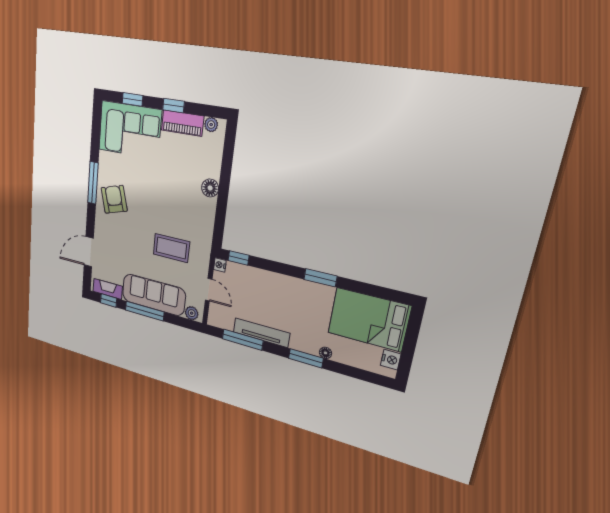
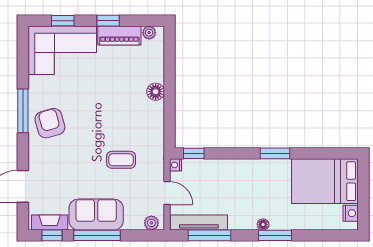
coffee table: (171, 248) -> (121, 160), width x0.73, depth x0.77
sofa: (154, 295) -> (96, 215), width x0.73
tv unit: (261, 333) -> (199, 223), moved
floor lamp: (325, 353) -> (263, 224), moved

